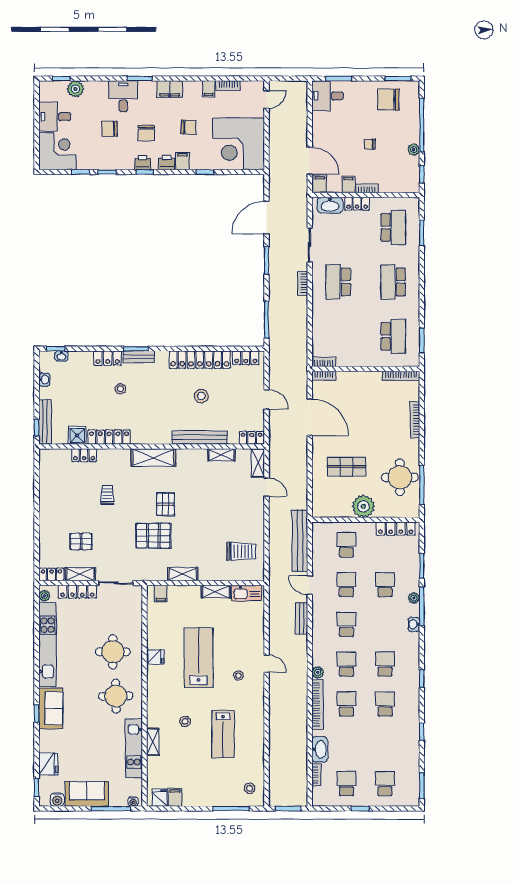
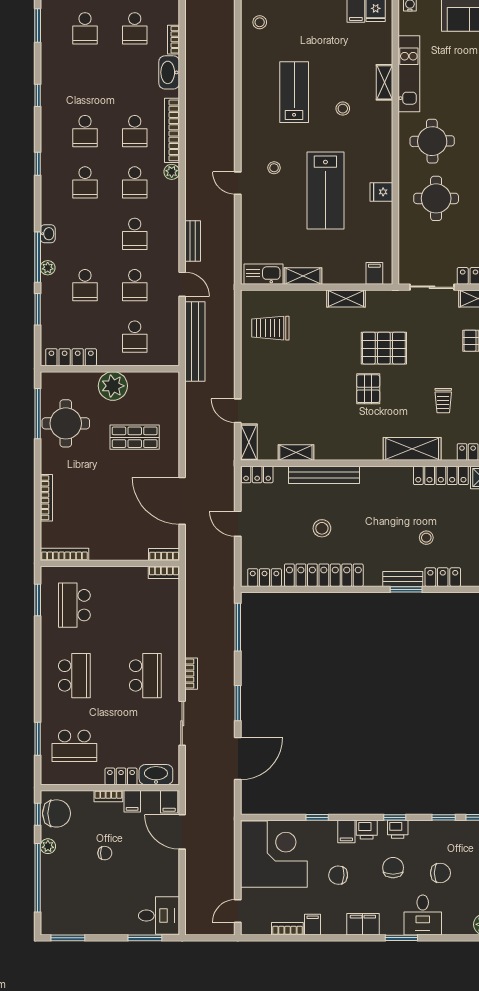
chair: (388, 99) -> (57, 813), moved
school desk: (393, 227) -> (74, 746), turned -90
shelving: (153, 458) -> (412, 449), moved

